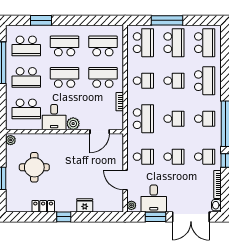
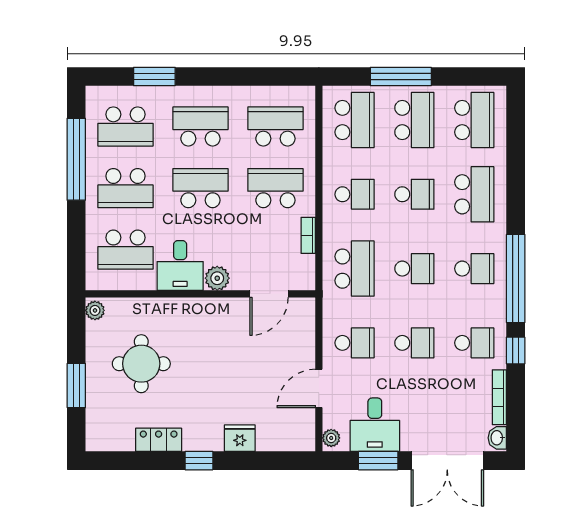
door: (125, 180) -> (319, 388), hinge flipped

